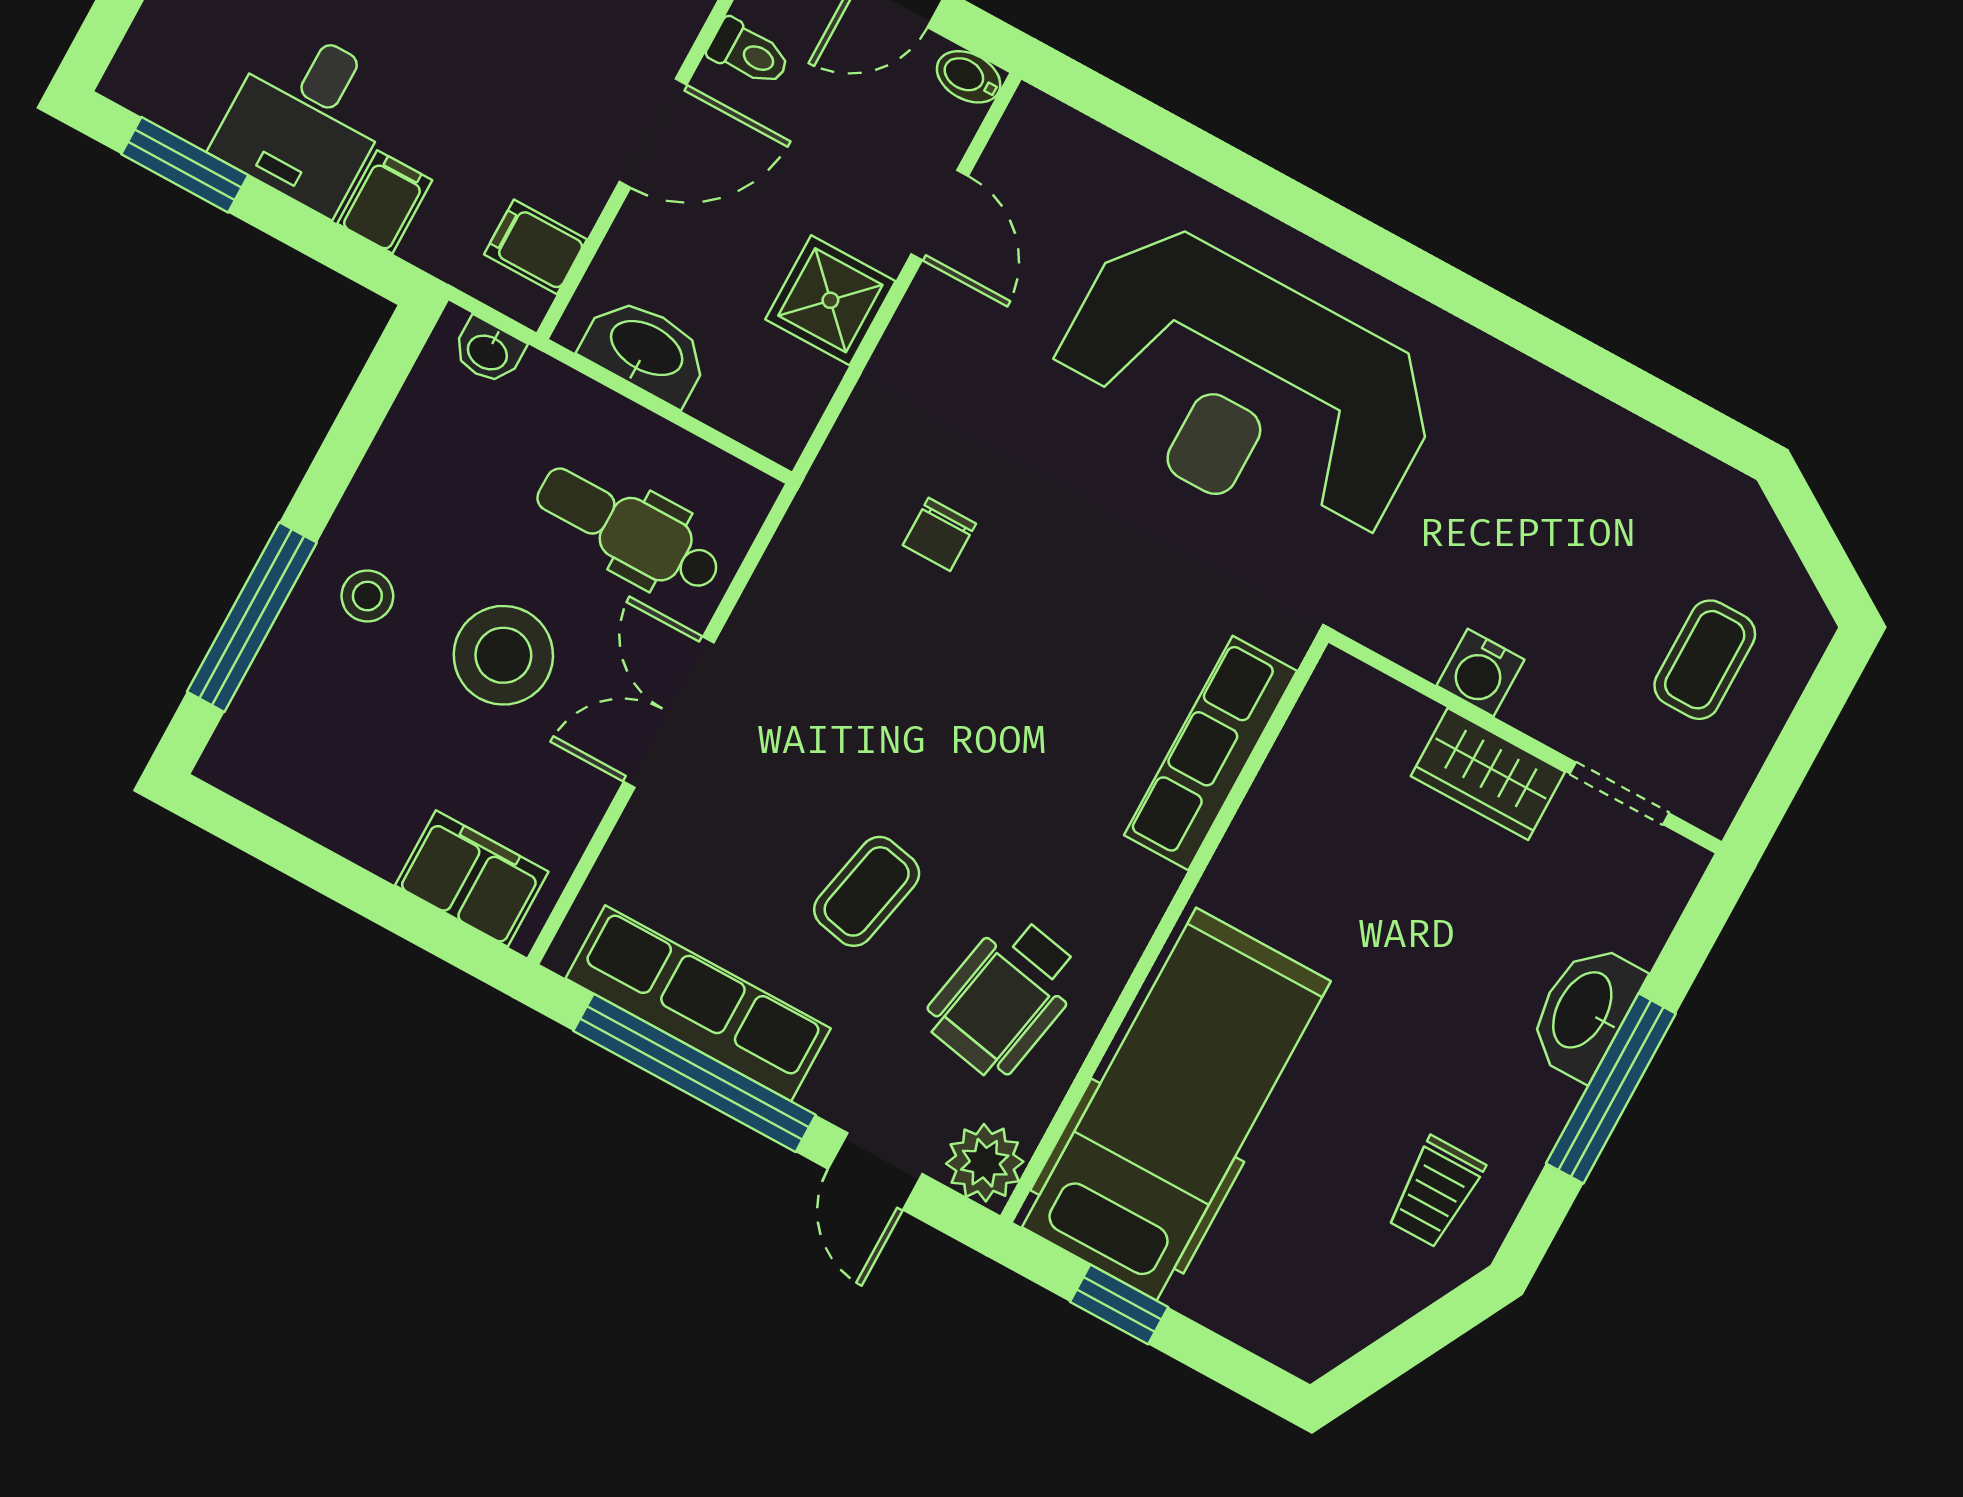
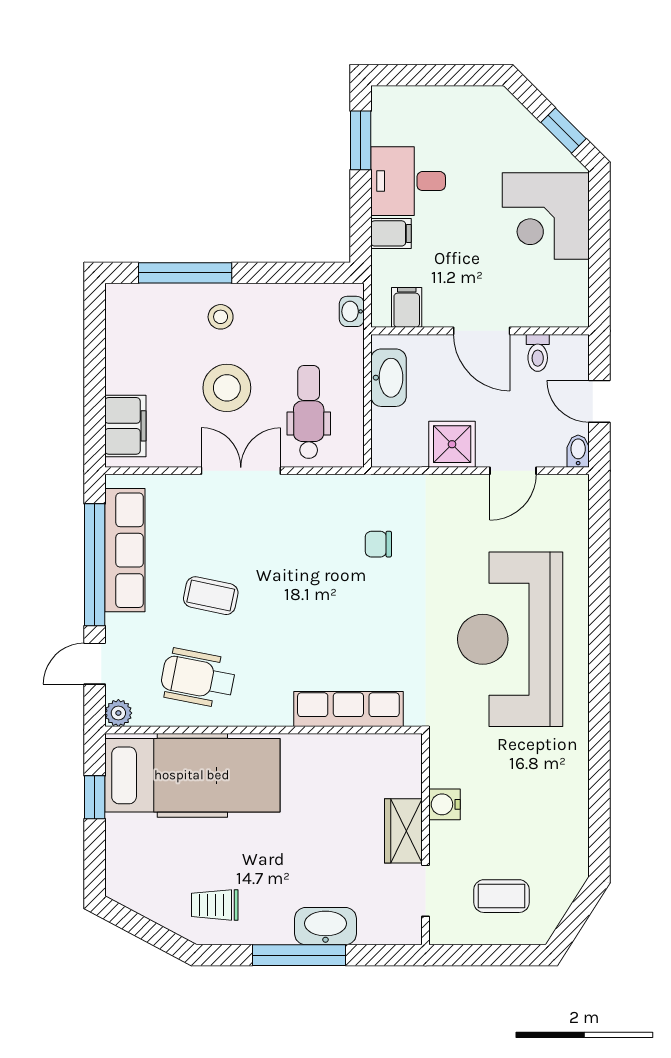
plant: (985, 1163) -> (118, 713), width x0.73, depth x0.73

